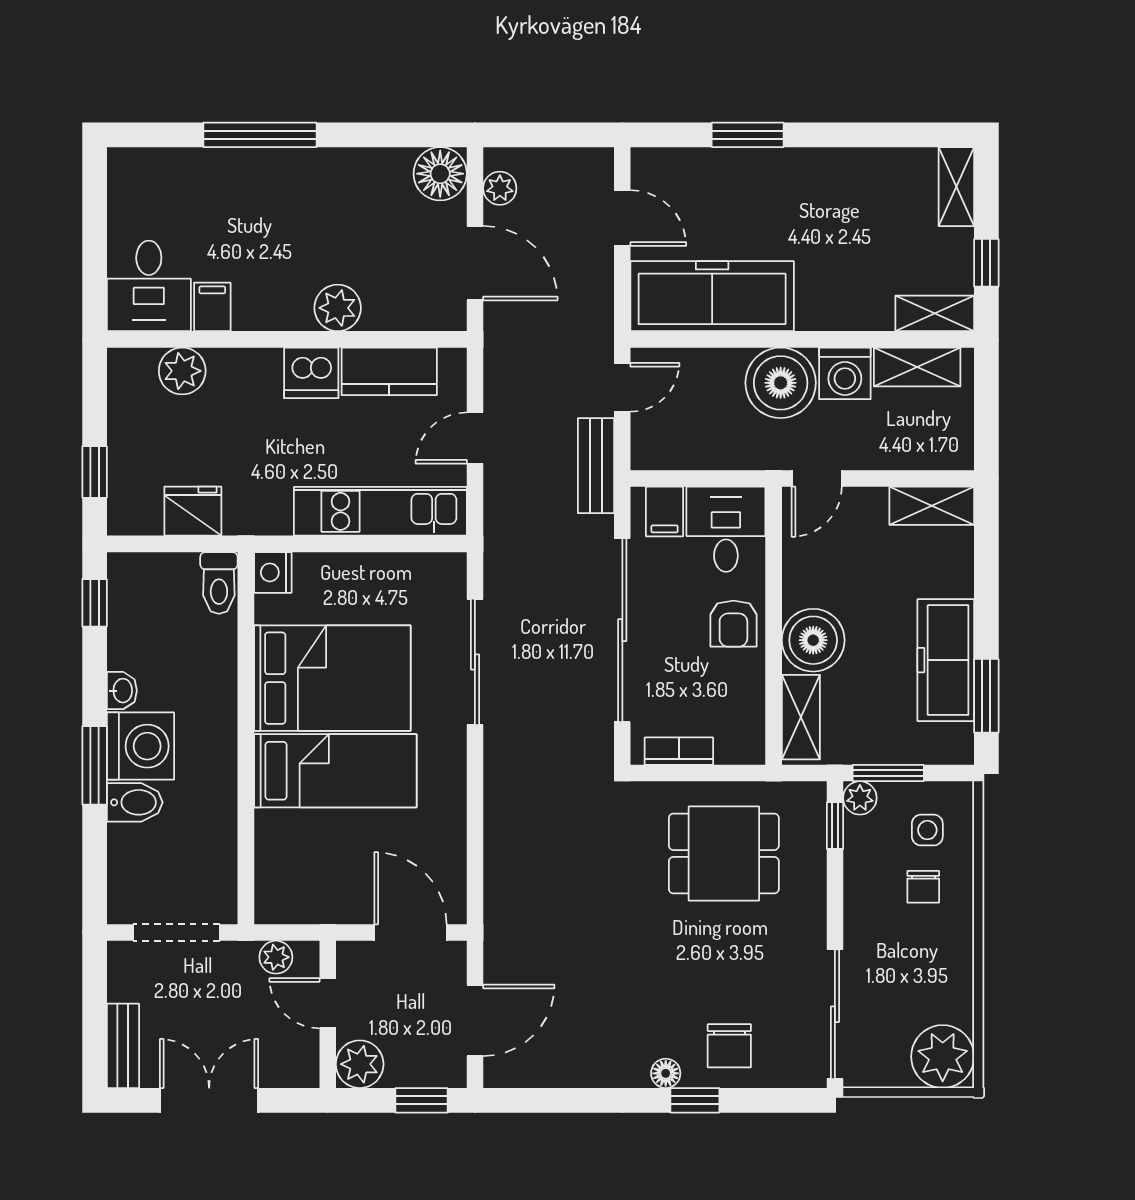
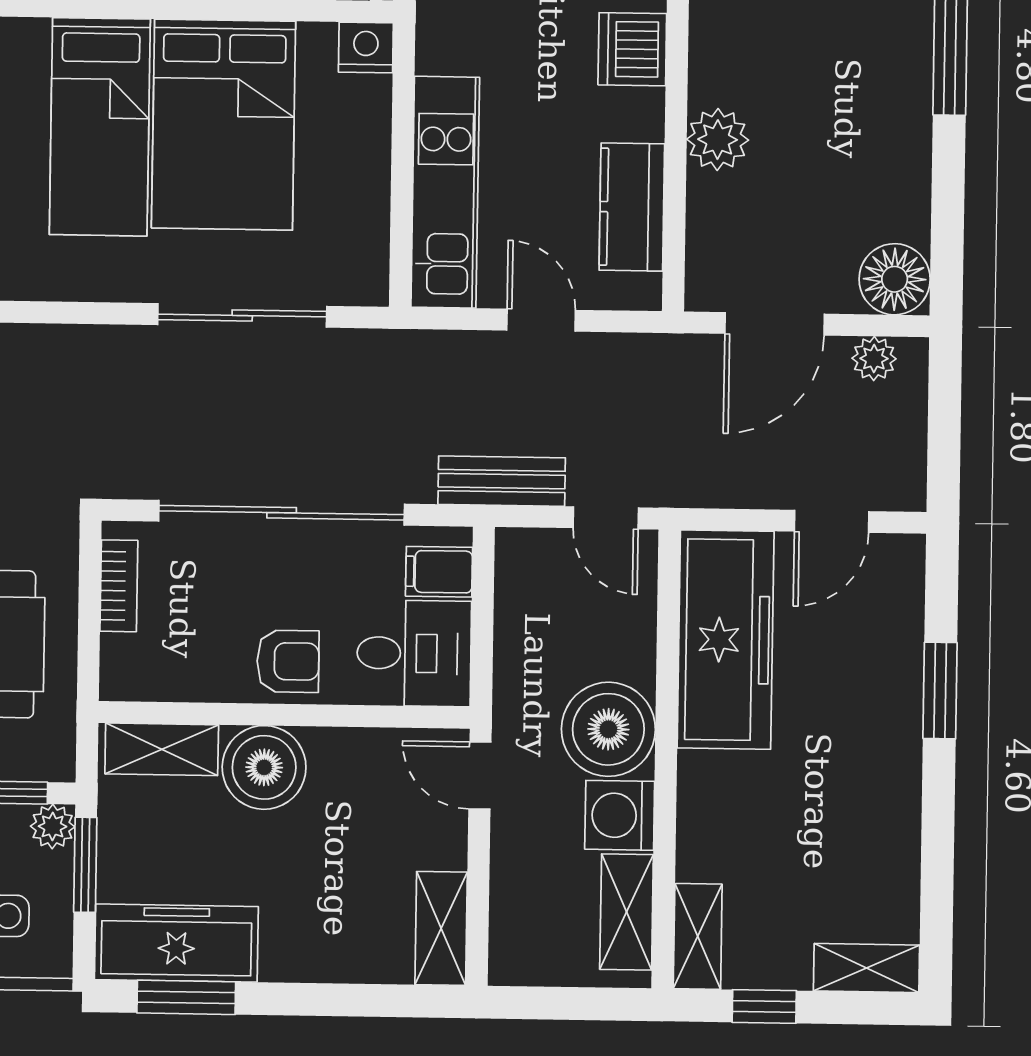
dishwasher: (311, 373) -> (632, 49), moved
armchair: (733, 624) -> (288, 661), turned 180
freezer: (946, 660) -> (176, 943), moved

